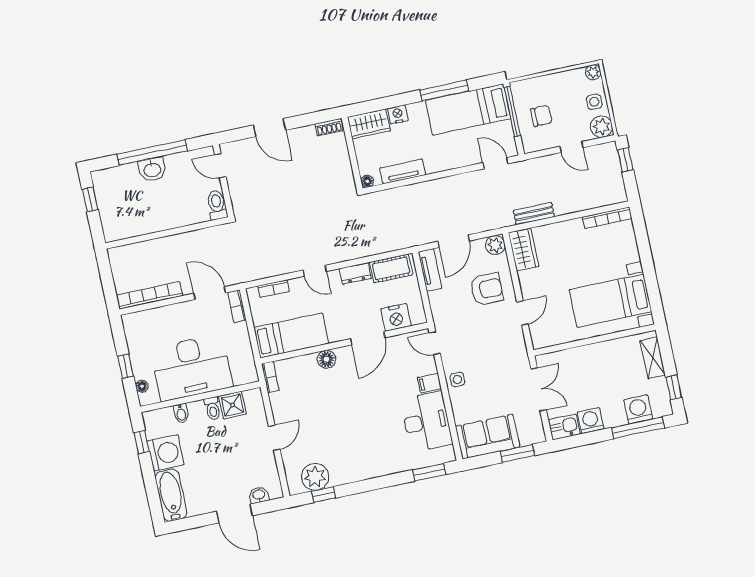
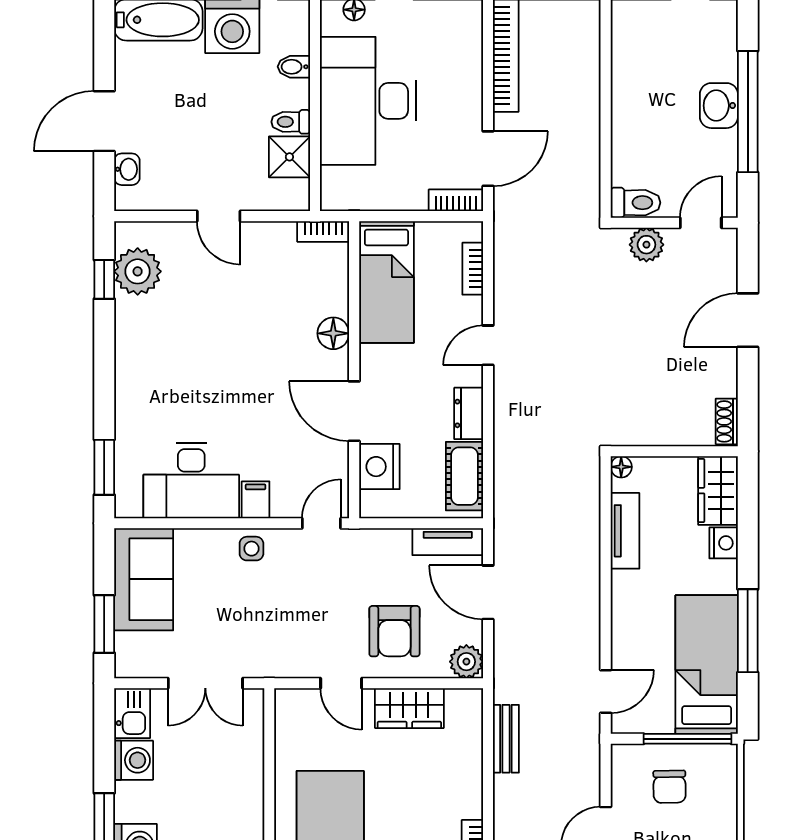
plant: (239, 194) -> (646, 245), added
wardrobe: (524, 249) -> (409, 708), moved

